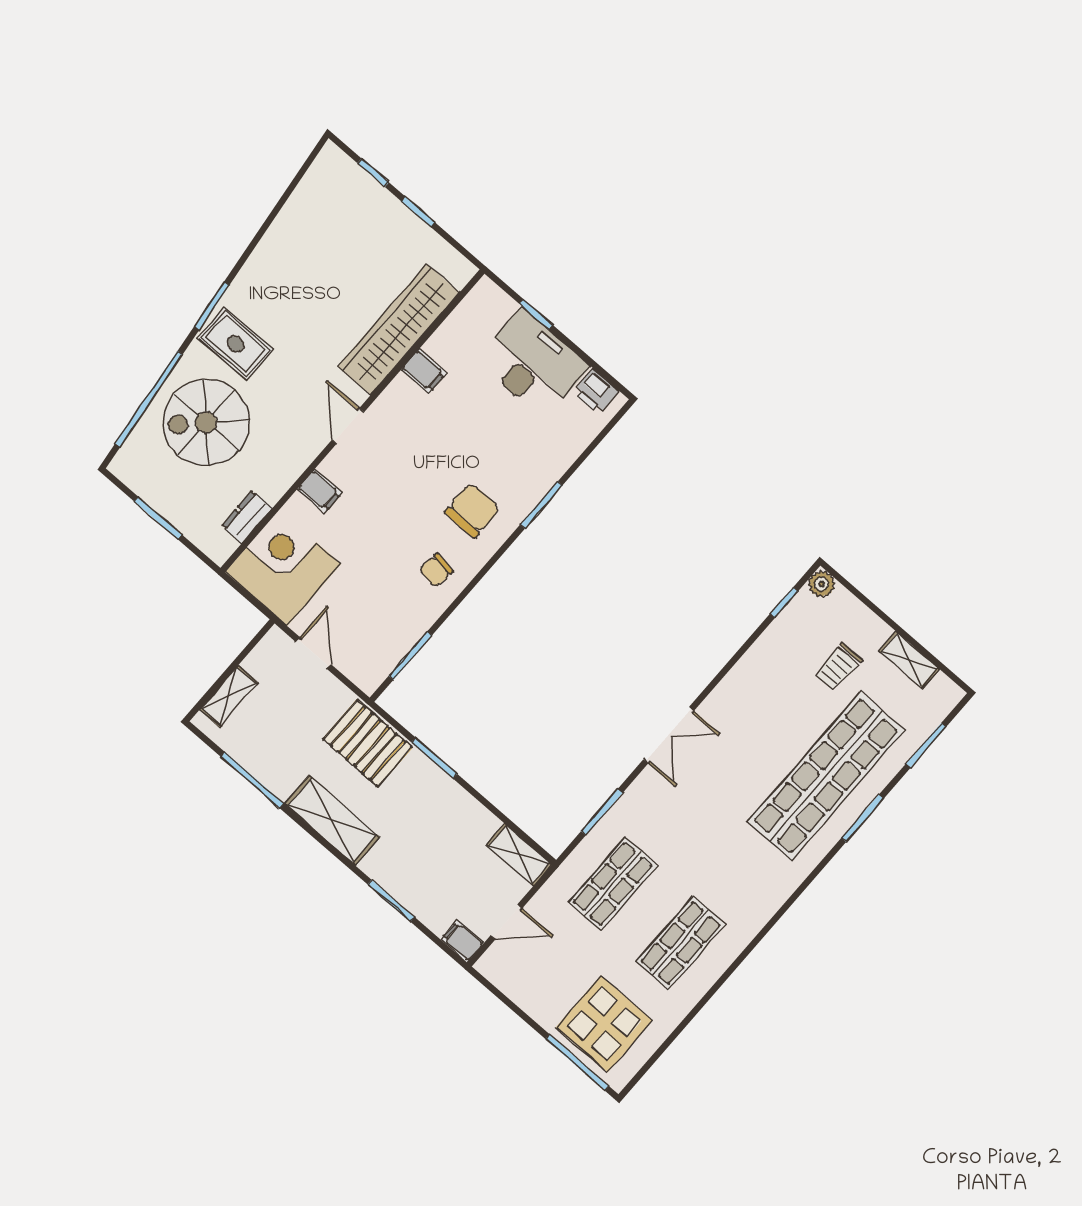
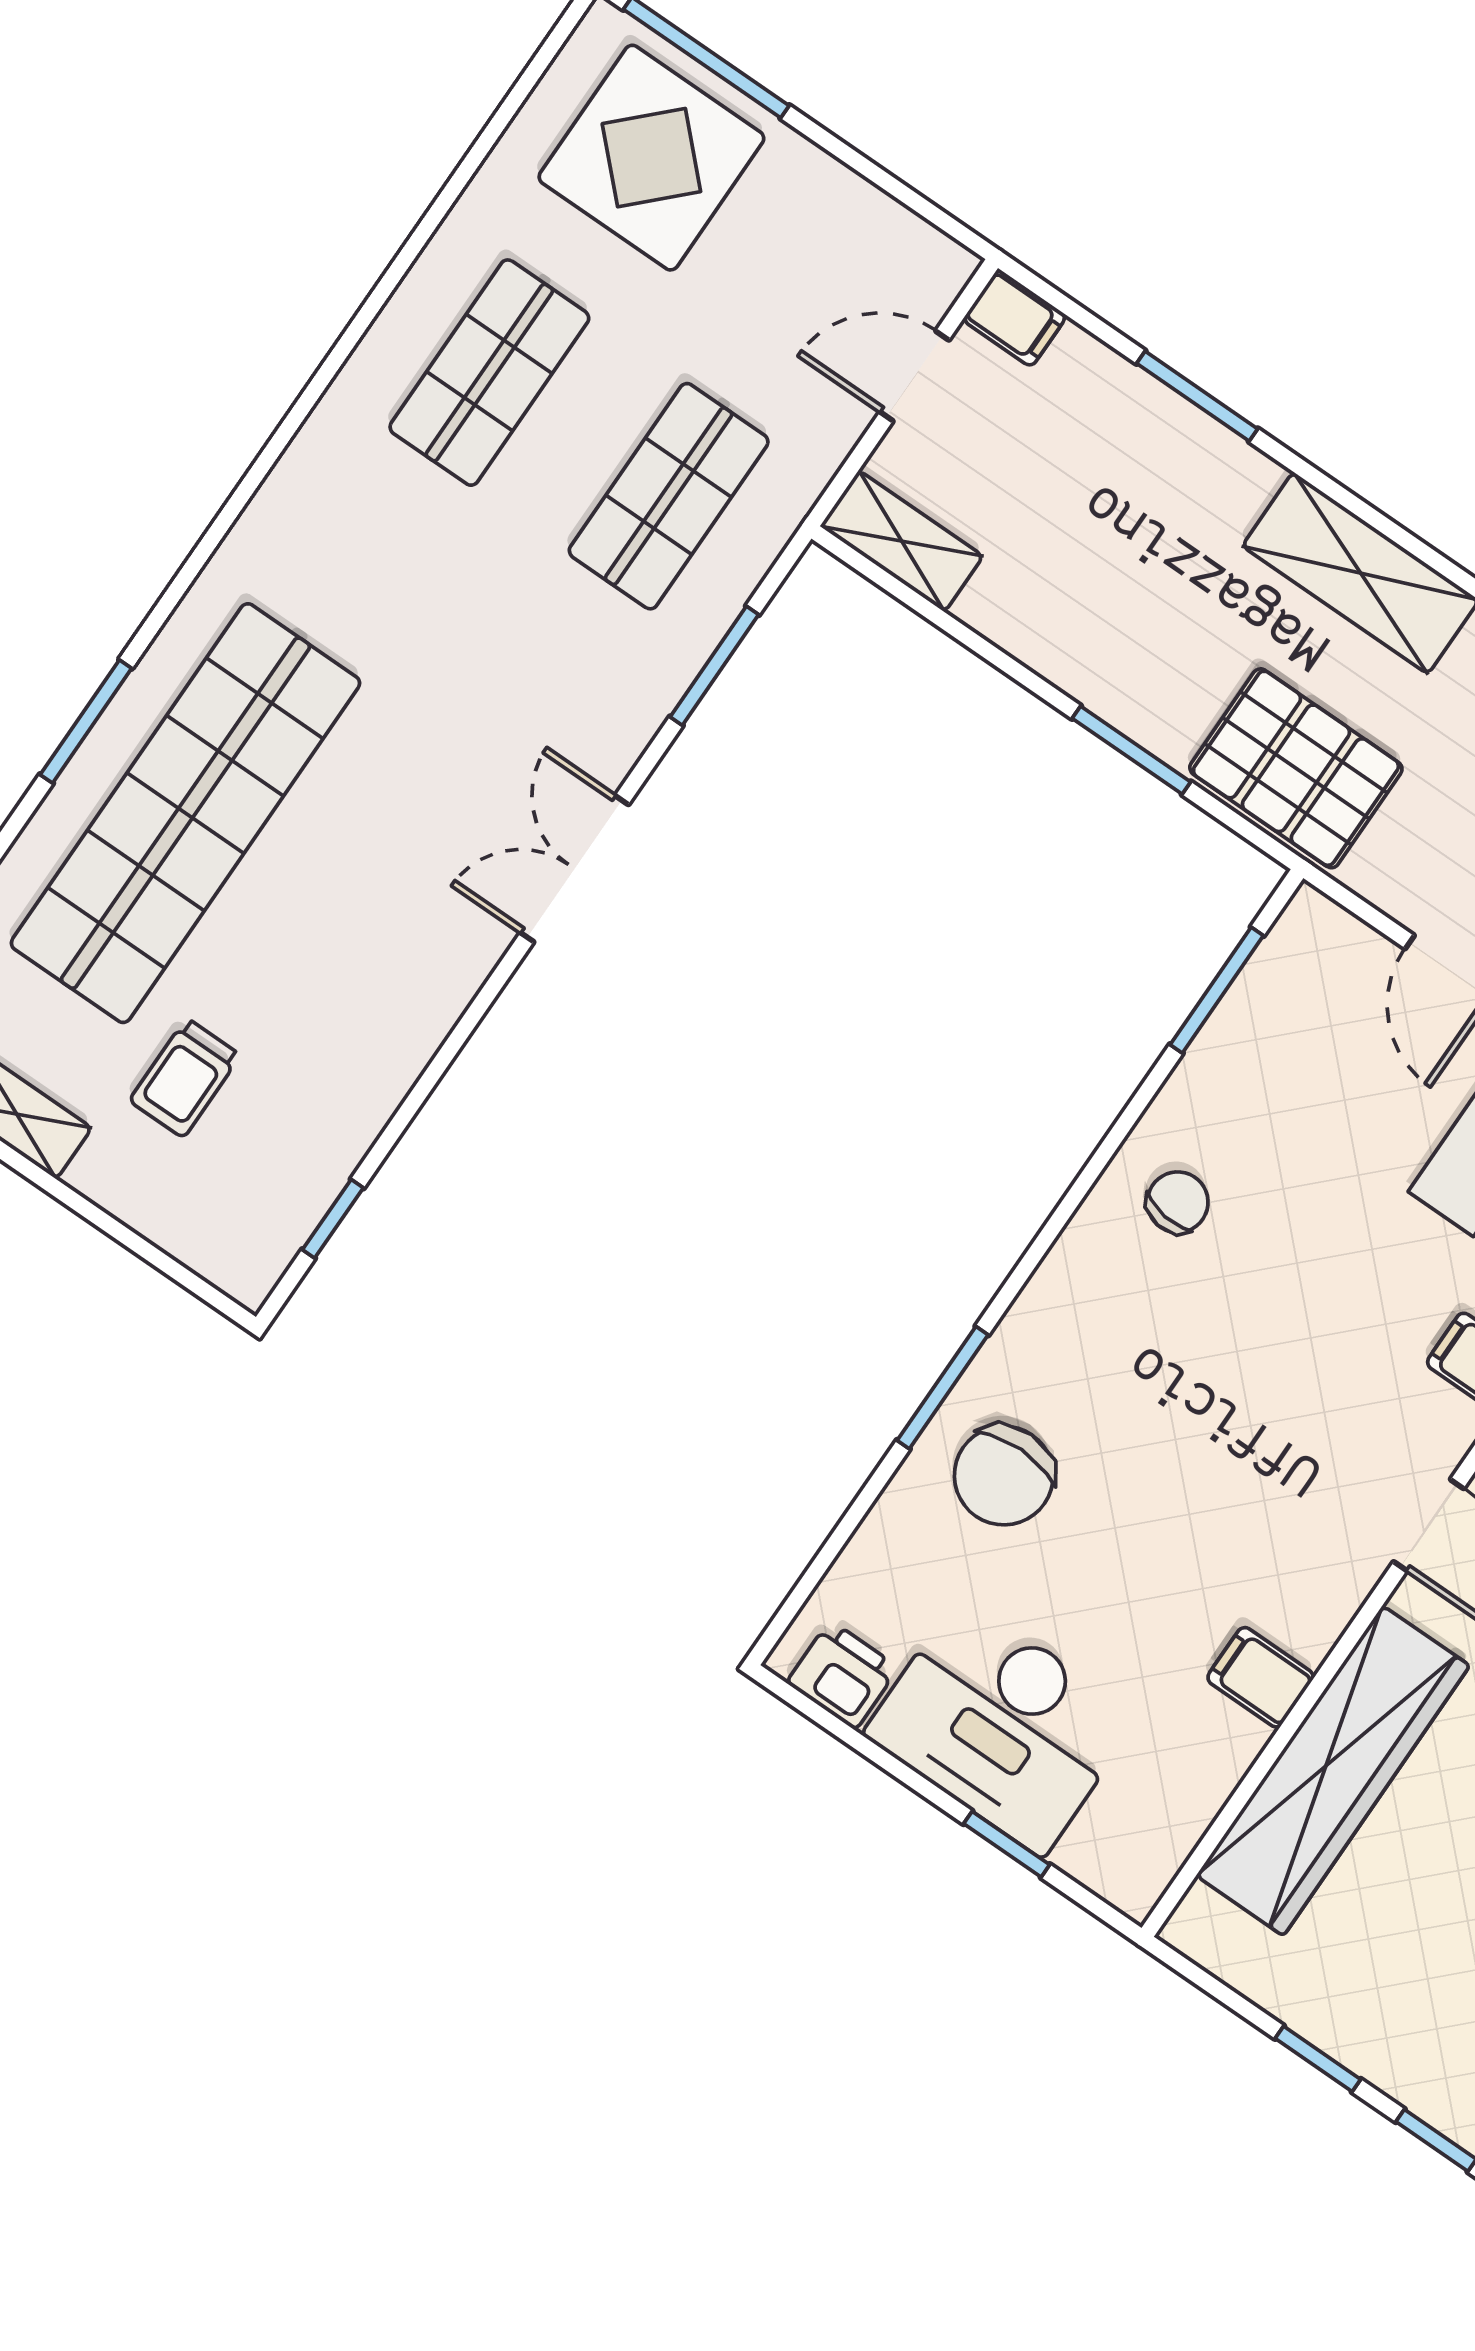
chair: (472, 510) -> (1004, 1475), moved
plant: (822, 584) -> (248, 1273), removed
trolley: (838, 667) -> (185, 1078), turned 180

